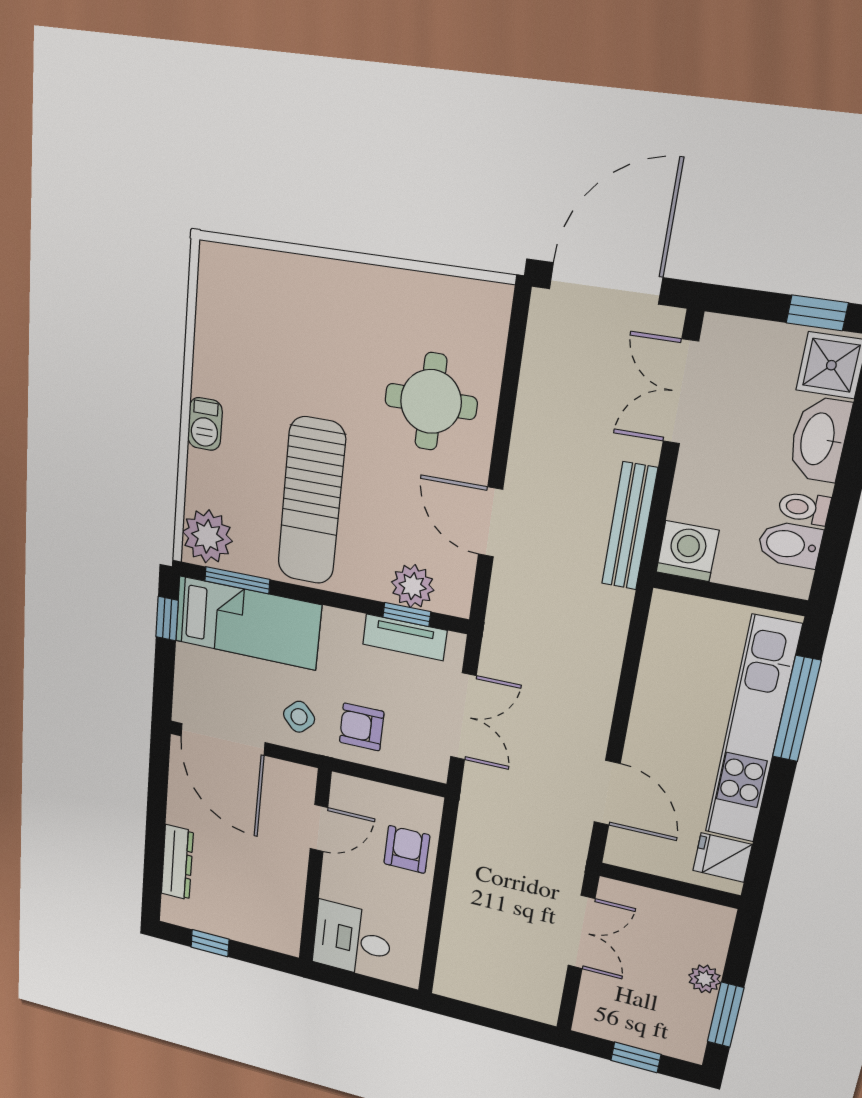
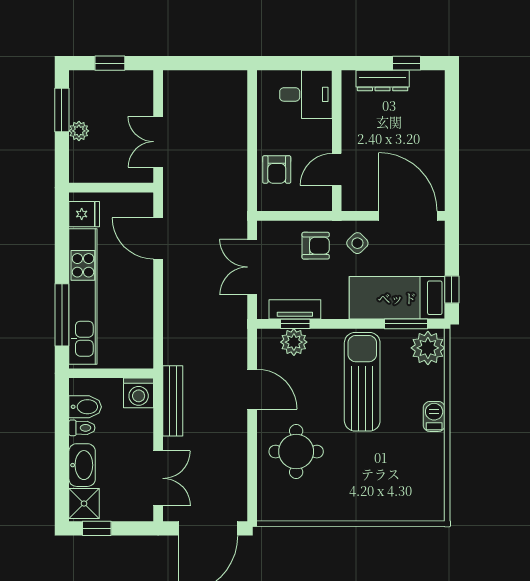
dresser: (177, 862) -> (383, 81), moved, turned -90

